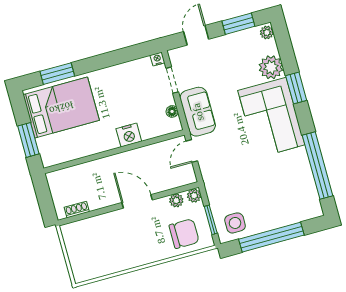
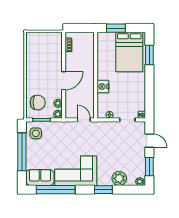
sofa: (198, 112) -> (40, 177), moved, turned 180
corner sofa: (271, 118) -> (76, 171), moved
chair: (184, 234) -> (38, 102), turned -90

